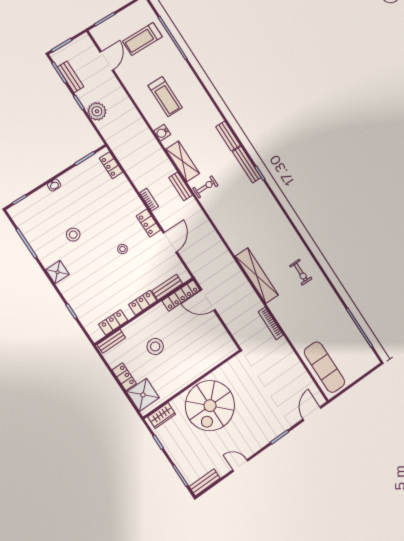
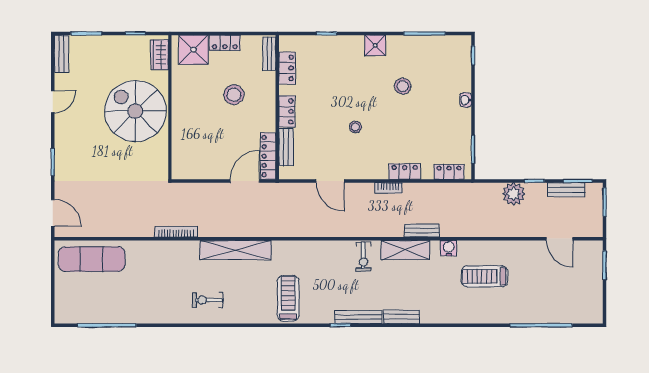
treadmill: (142, 39) -> (288, 298), moved
bench: (181, 186) -> (422, 231), moved
locker: (148, 223) -> (405, 171), moved

